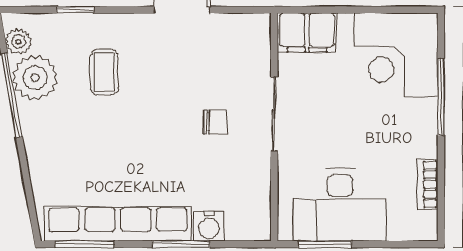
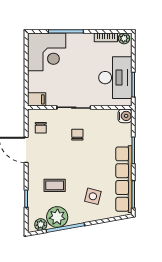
filing cabinet: (307, 33) -> (37, 99), width x0.50
chair: (230, 42) -> (41, 128), added
side table: (80, 156) -> (93, 196), added
plant: (426, 224) -> (124, 38), added
water cooler: (209, 226) -> (125, 116), moved

